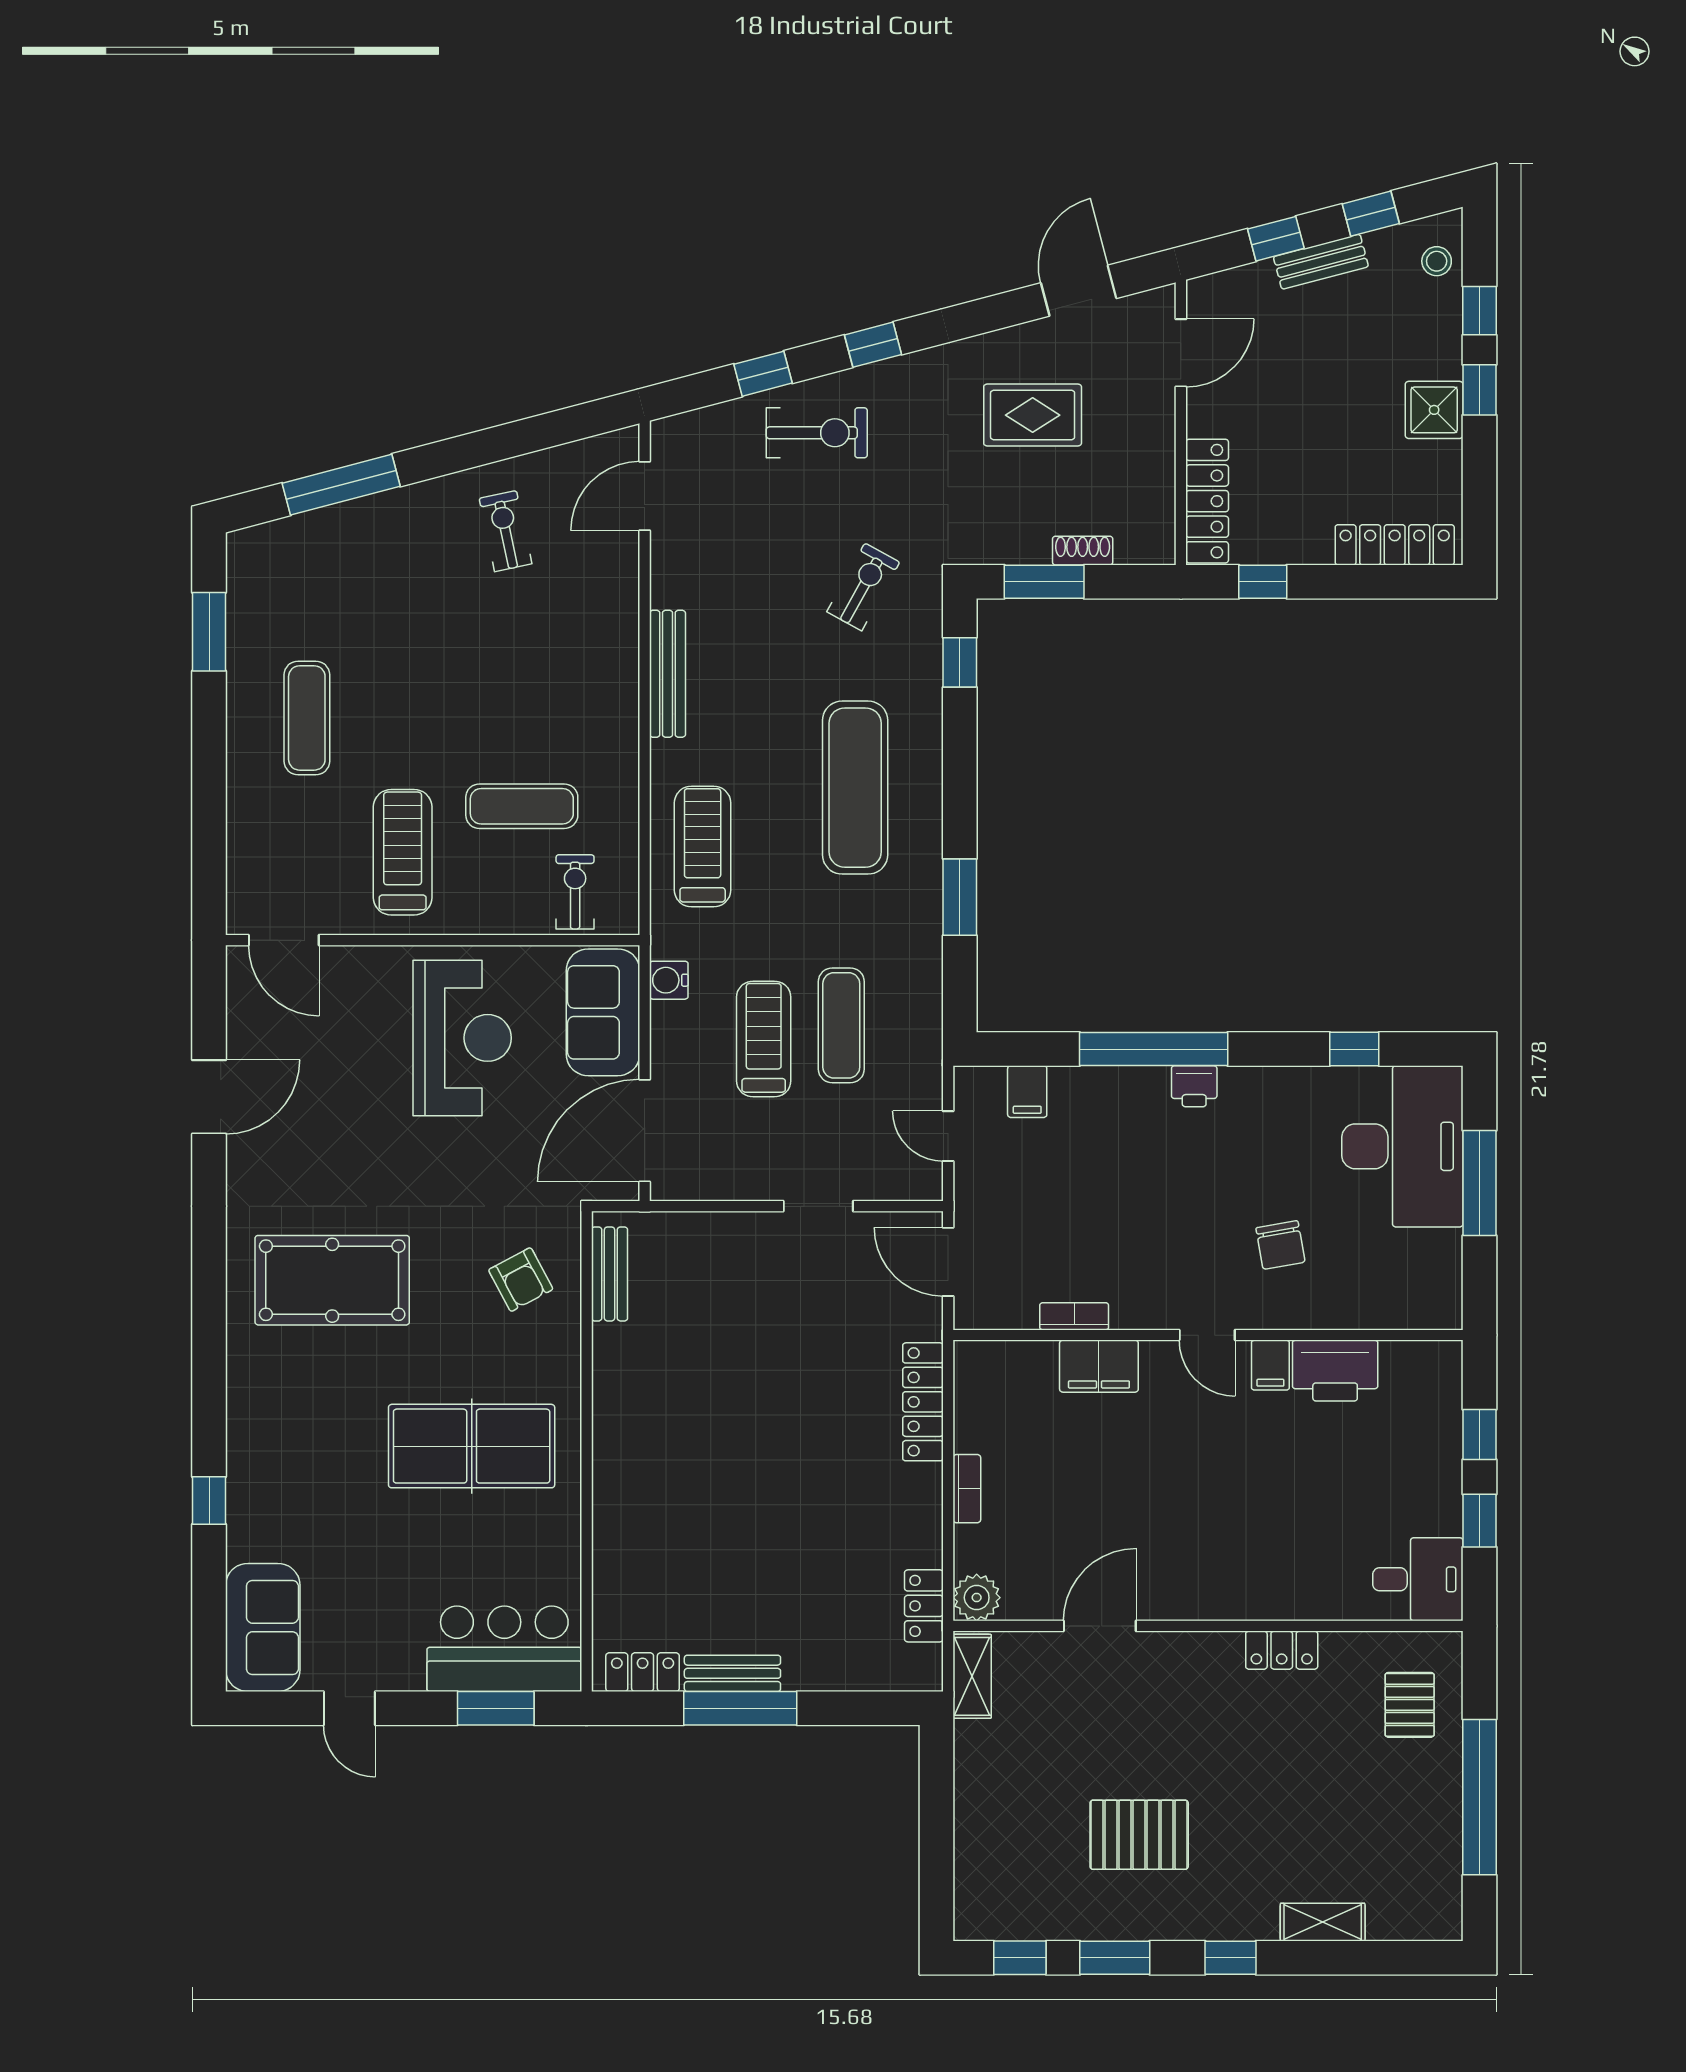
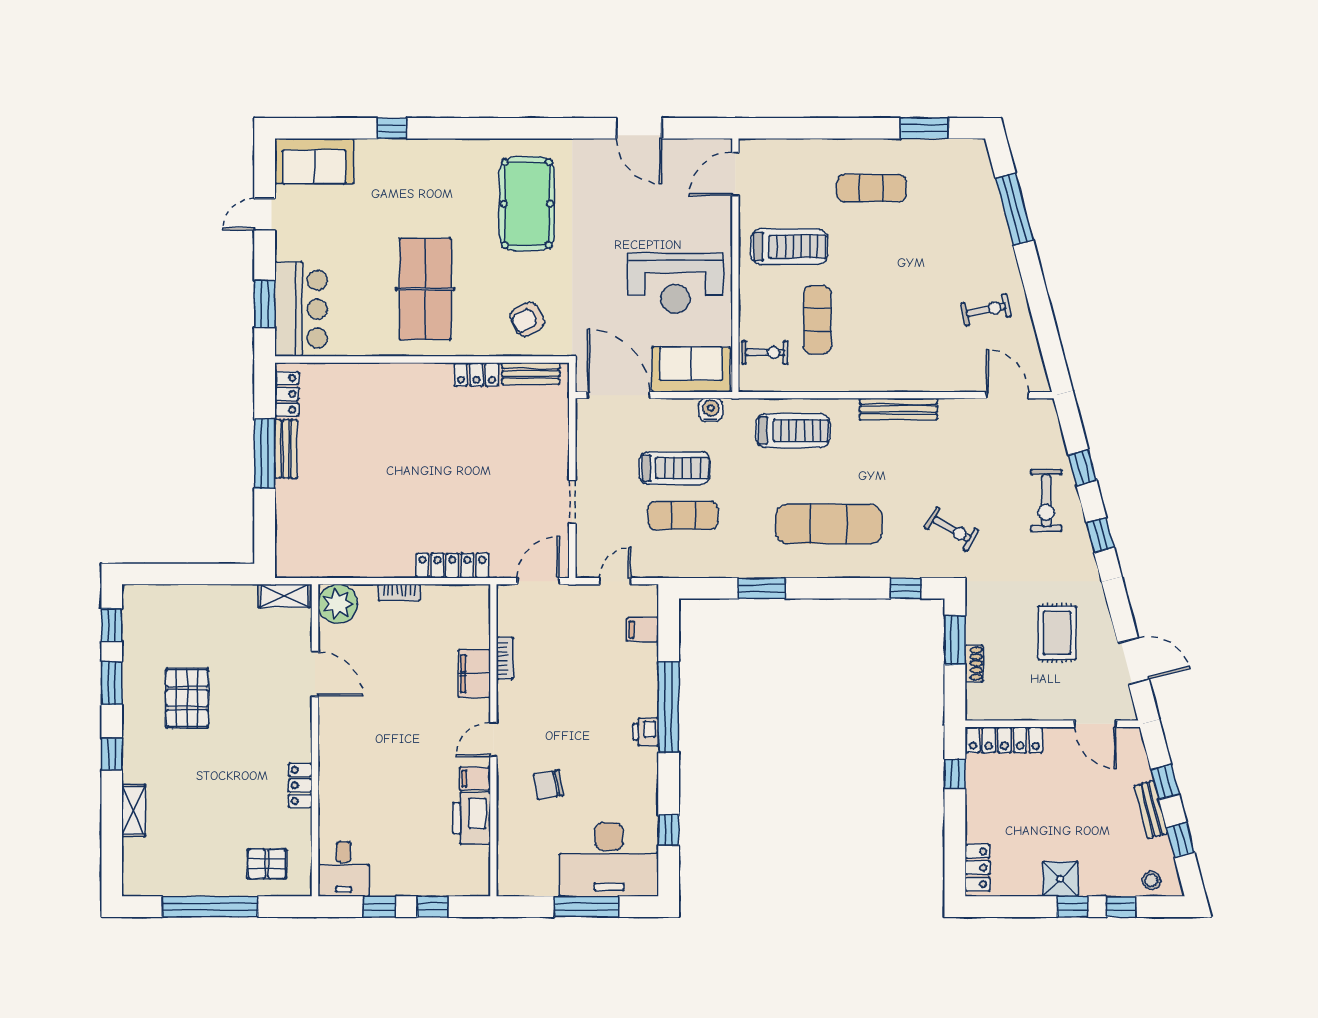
locker: (1395, 545) -> (978, 868), width x0.66
plant: (977, 1598) -> (338, 604), width x1.36, depth x1.36
locker: (924, 1606) -> (476, 374), moved, turned 180

